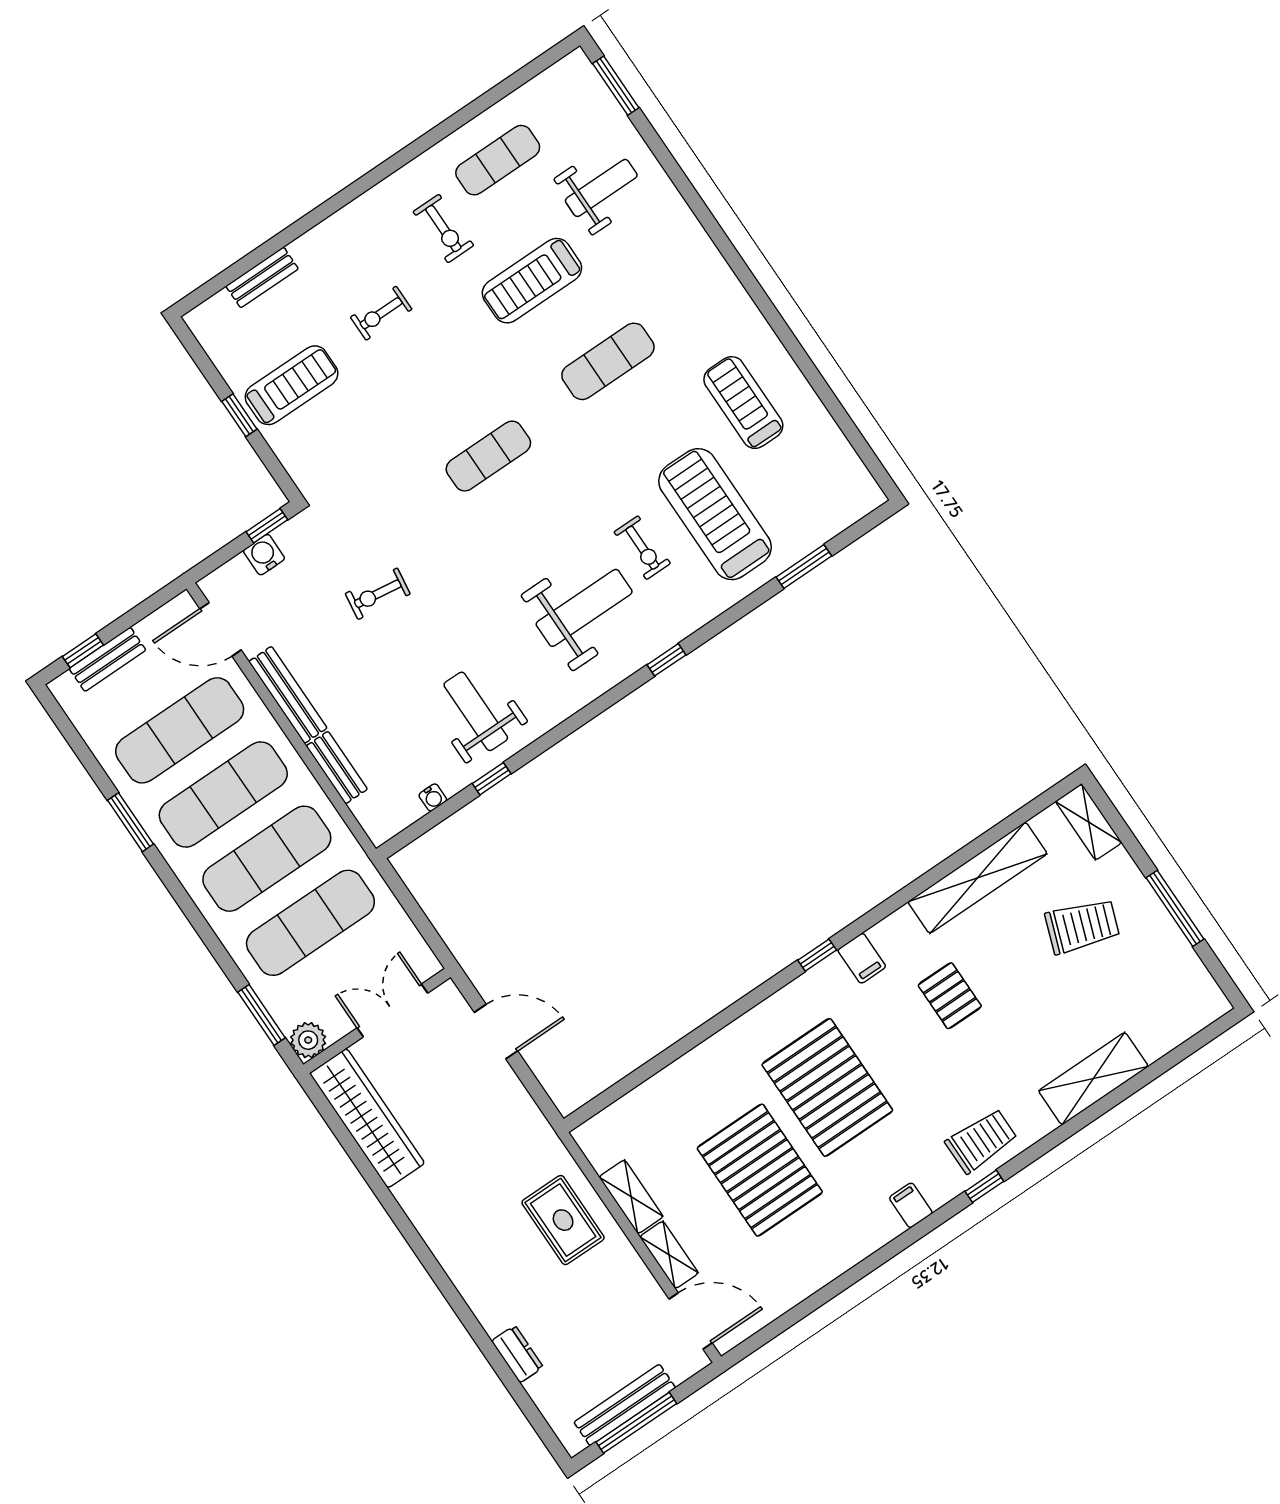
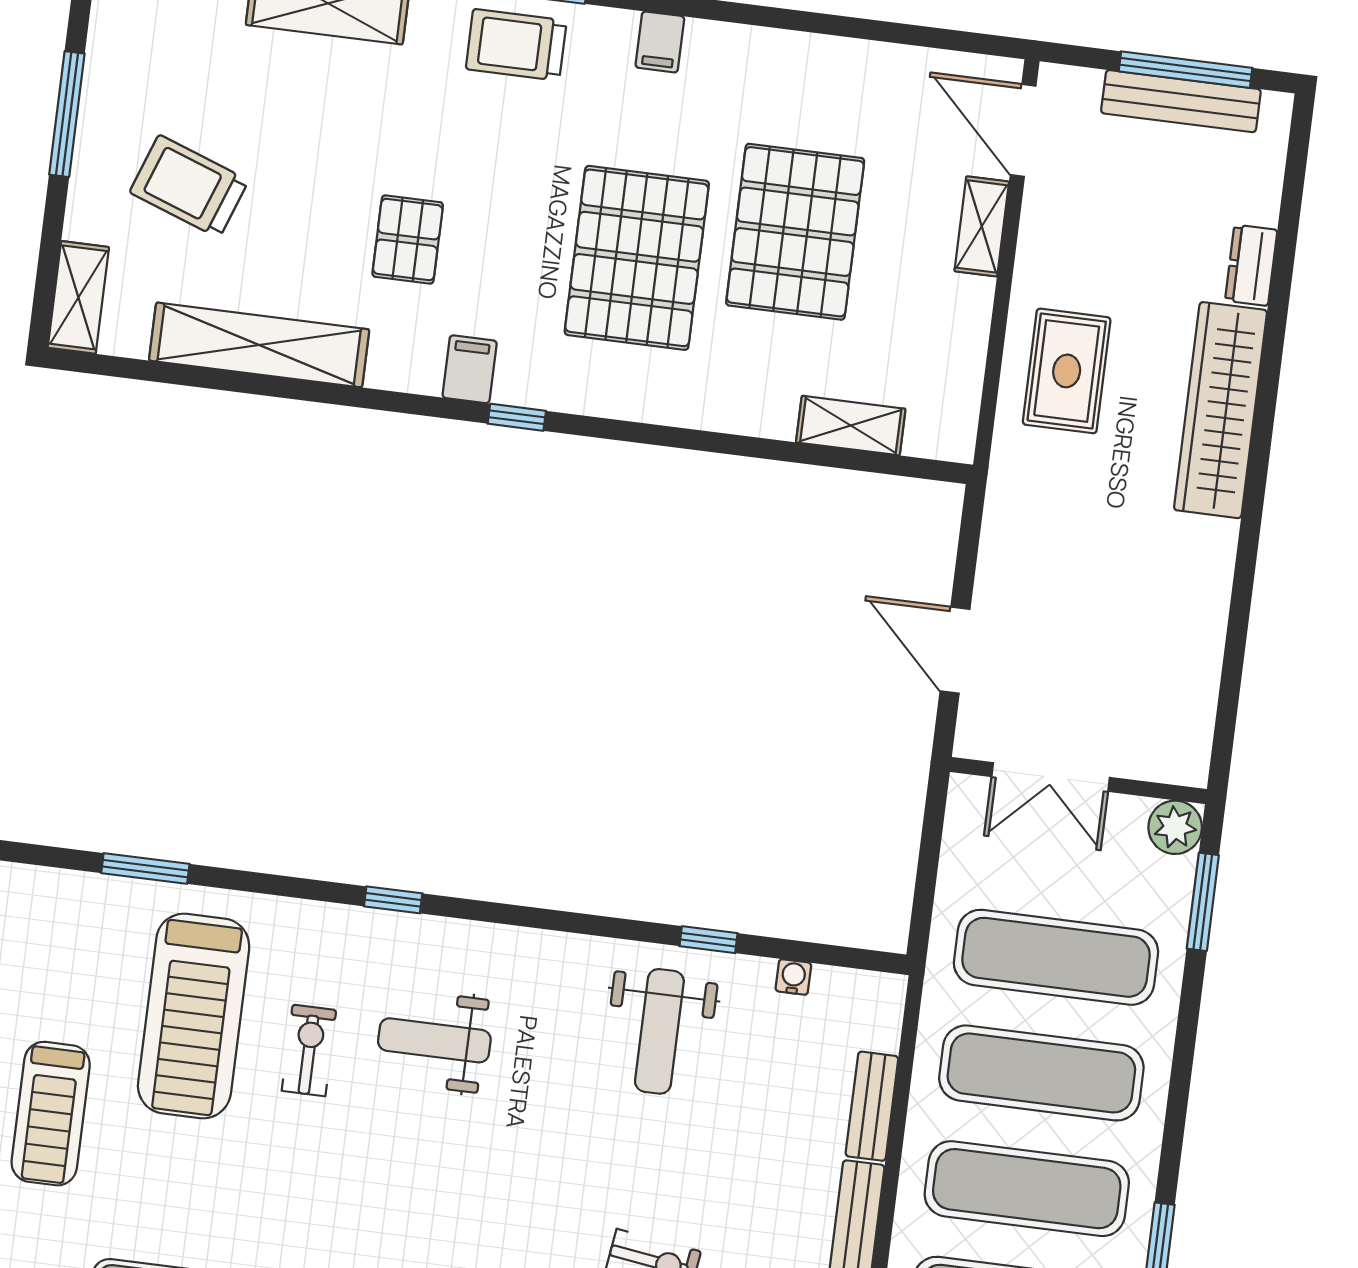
weight bench: (584, 608) -> (434, 1040), width x0.73, depth x0.75
wardrobe: (367, 1118) -> (1220, 410), moved
shelving: (631, 1197) -> (851, 426), moved, turned 90

